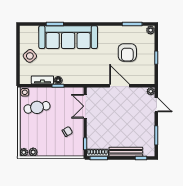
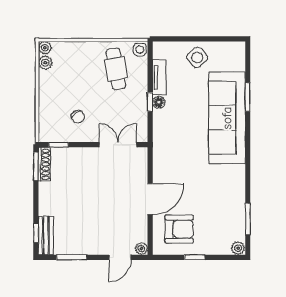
armchair: (127, 52) -> (179, 229), moved, turned 180
bench: (126, 152) -> (46, 235), moved, width x0.73

